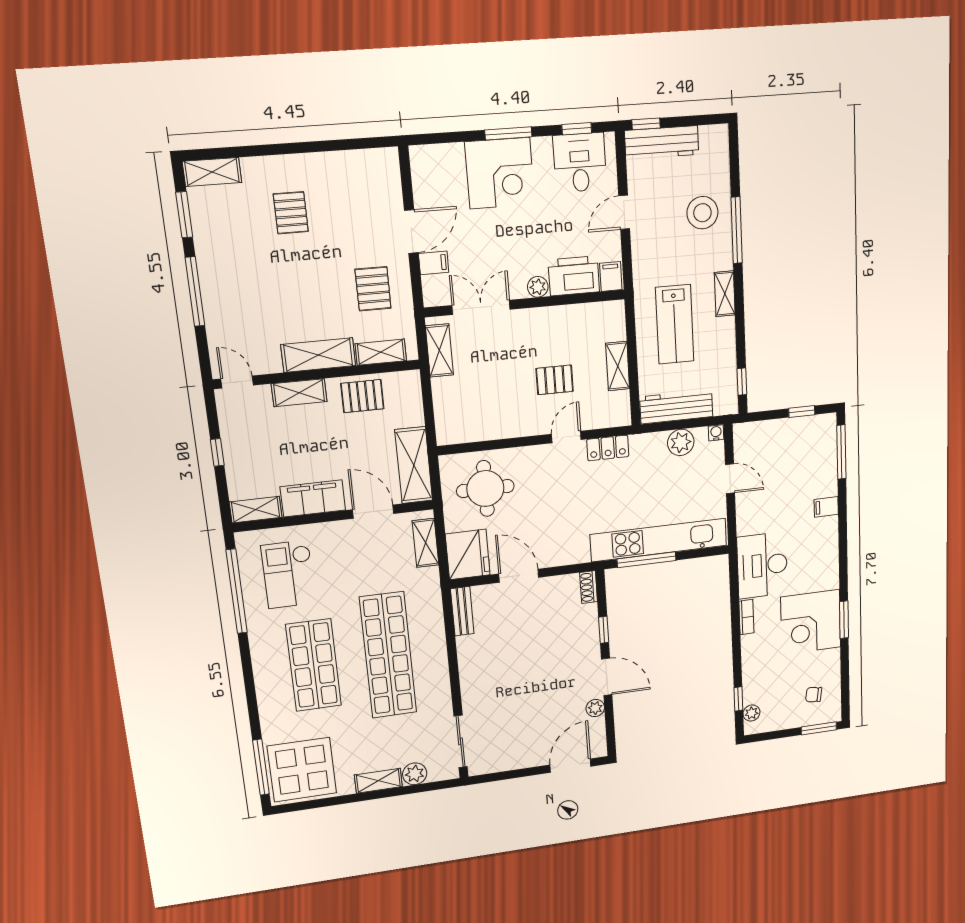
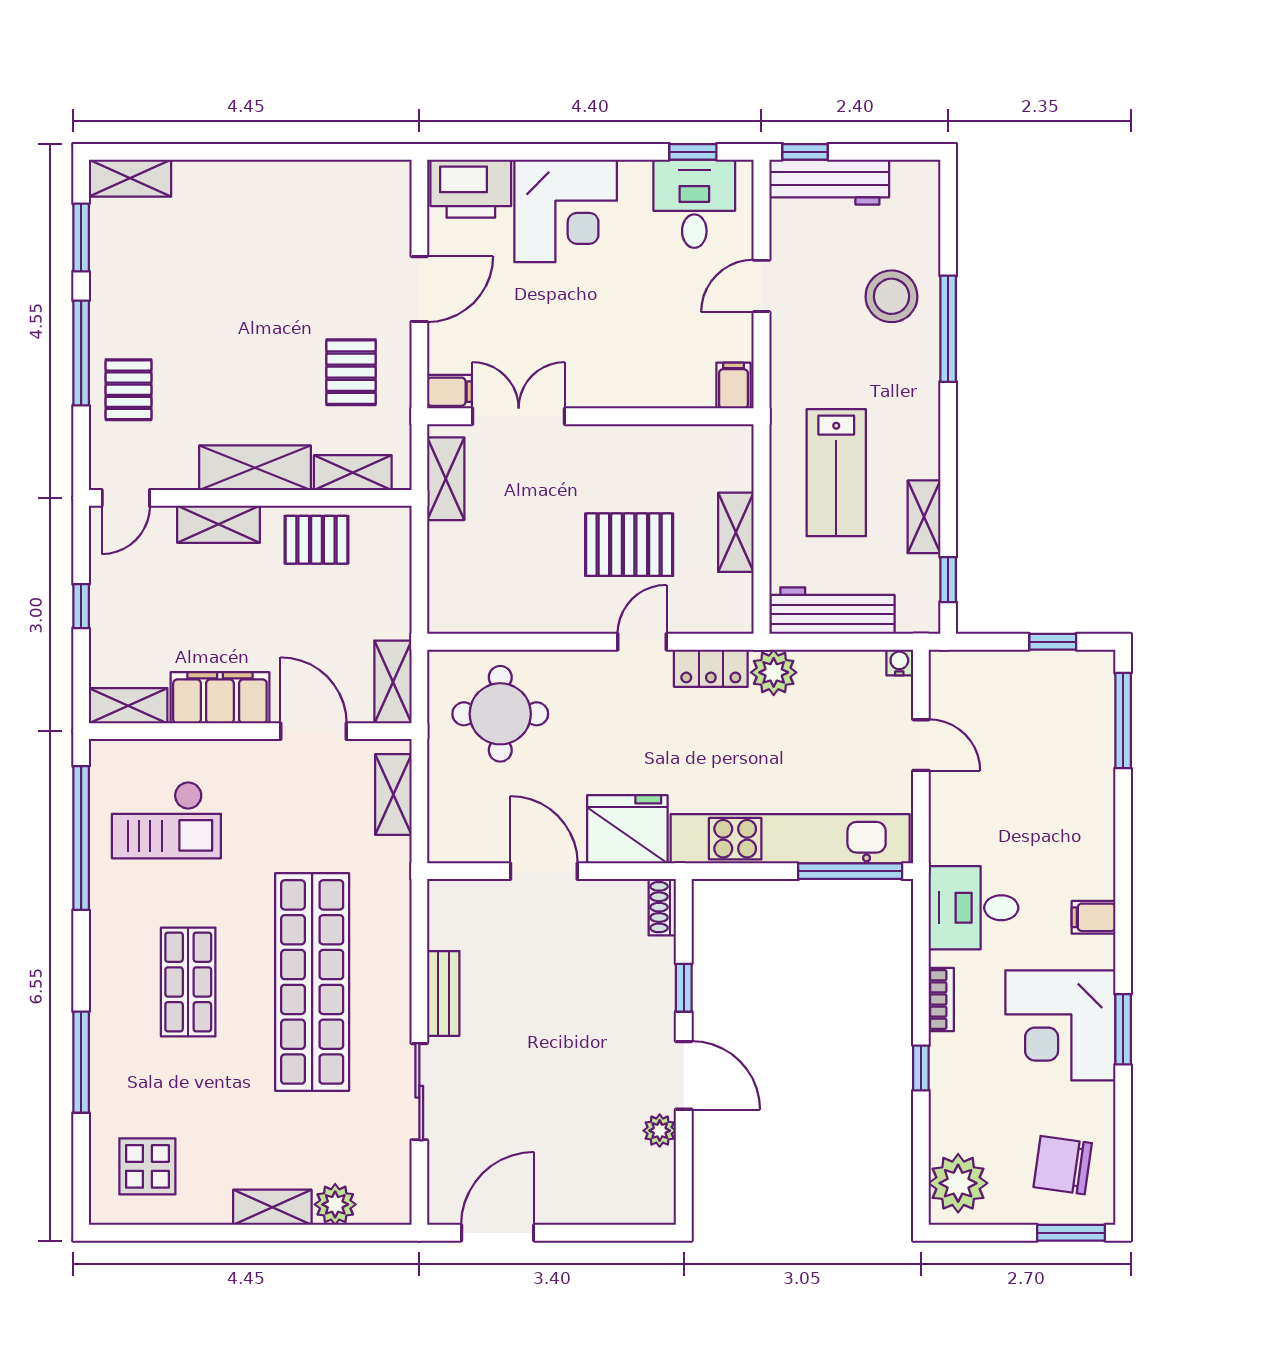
window: (508, 133) -> (584, 152), removed
pallet: (291, 213) -> (129, 390), moved
filing cabinet: (434, 263) -> (450, 392), moved
printer: (574, 276) -> (471, 189), moved, turned 180
plant: (538, 287) -> (613, 392), removed
shelving: (725, 294) -> (924, 517), moved
pallet: (555, 380) -> (629, 545), width x1.50, depth x1.42
door: (237, 382) -> (126, 498), swing flipped
plant: (681, 442) -> (774, 672), moved
shelving: (414, 465) -> (393, 682), width x0.67, depth x0.75
filing cabinet: (826, 507) -> (1093, 917), moved
fridge: (468, 554) -> (627, 829), moved, turned -90
window: (647, 560) -> (850, 871), moved
desk: (762, 565) -> (973, 908), width x0.73
checkout: (288, 574) -> (166, 820), turned -90
bench: (462, 611) -> (443, 993), moved
shop shelf: (314, 665) -> (188, 982), width x0.70, depth x0.74
chair: (814, 695) -> (1063, 1165), width x1.87, depth x1.87
window: (738, 699) -> (921, 1068), moved
plant: (751, 713) -> (958, 1183), width x1.87, depth x1.87
sliding door: (461, 741) -> (419, 1092), moved
door: (570, 766) -> (498, 1233), moved
window: (261, 767) -> (81, 1062), moved
display table: (302, 770) -> (147, 1166), width x0.54, depth x0.54

